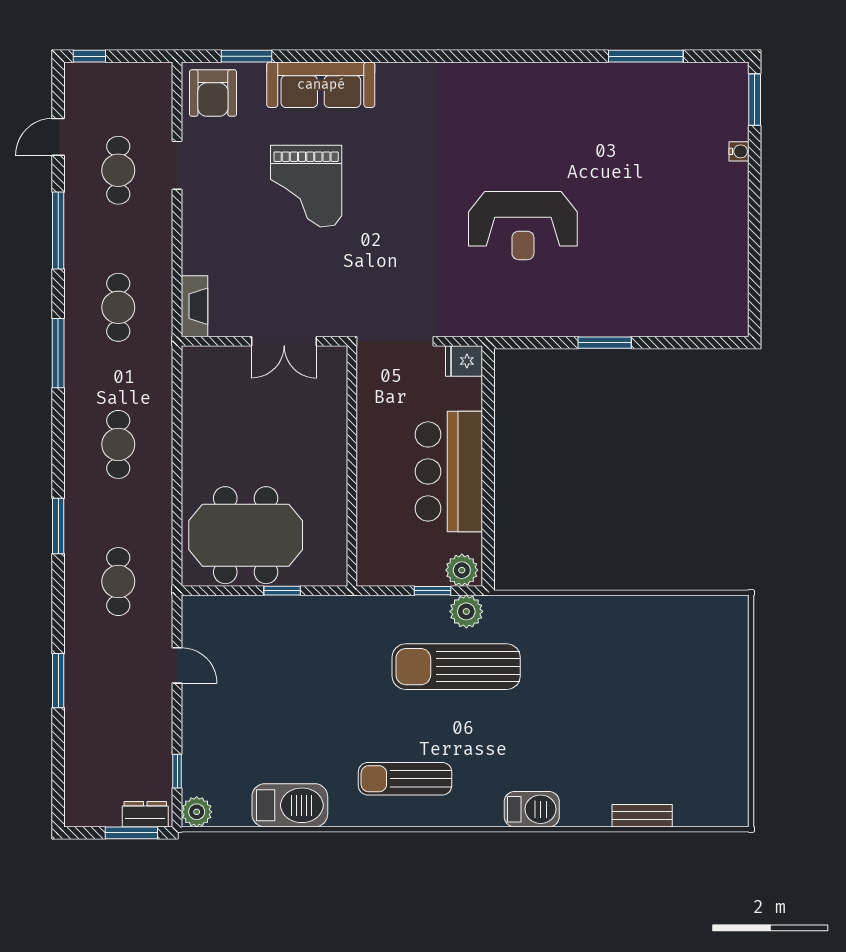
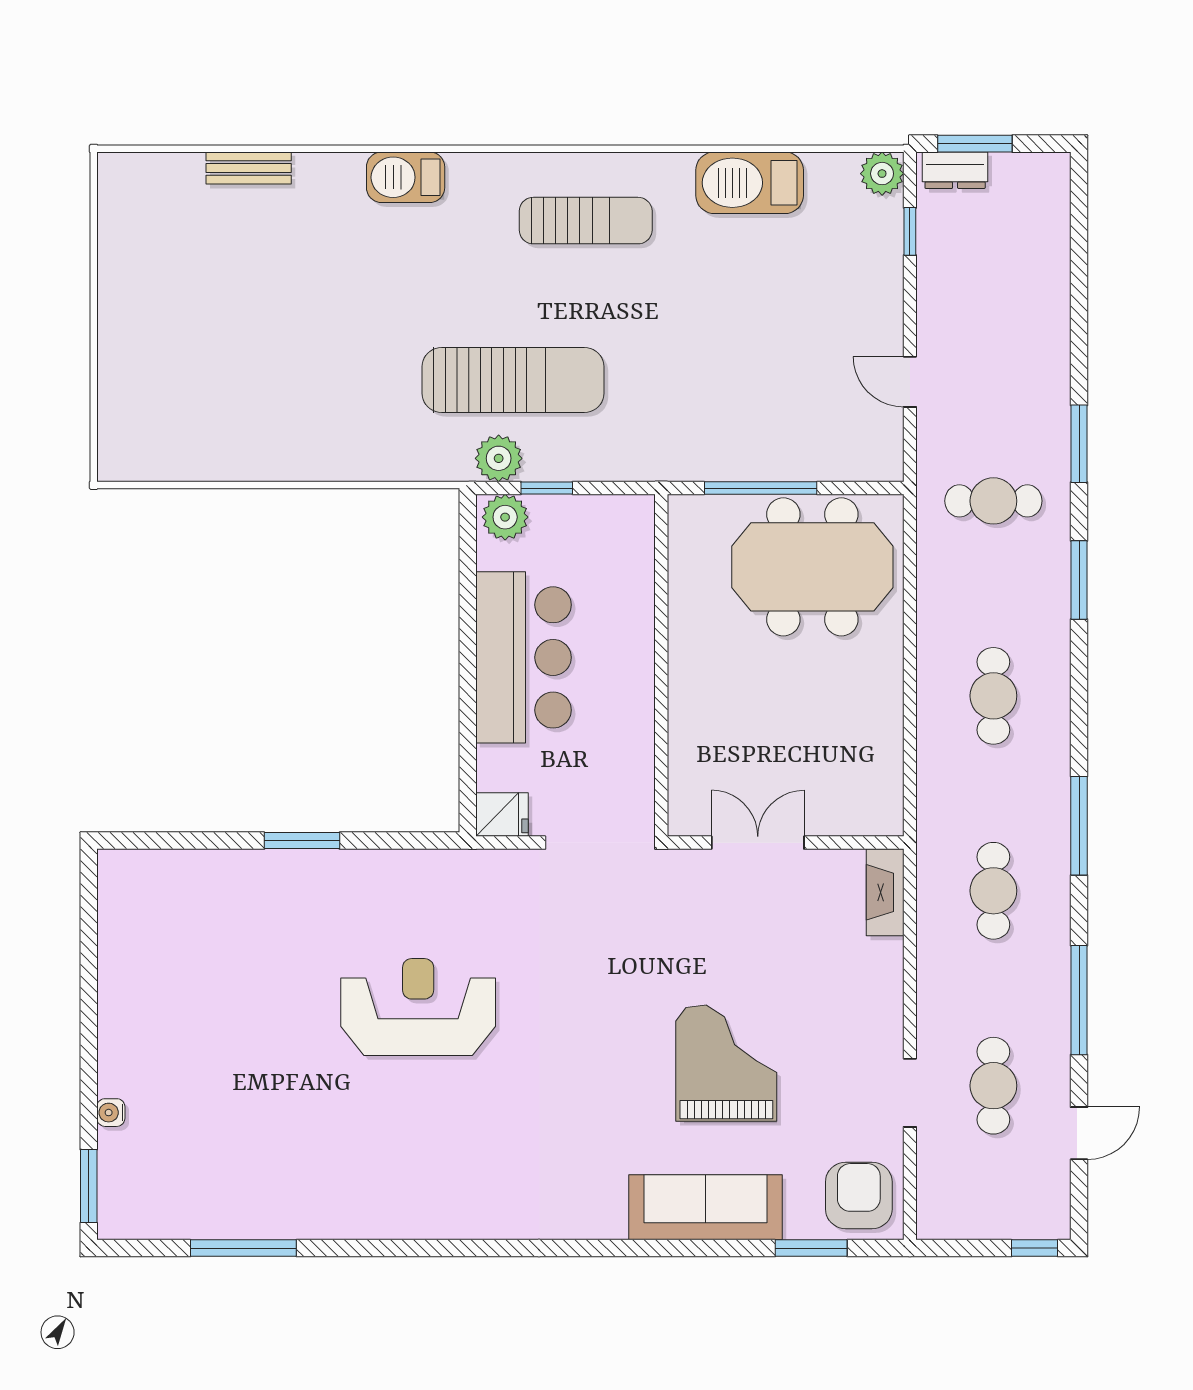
cafe table: (118, 582) -> (993, 501), turned 90
window: (282, 591) -> (761, 488), width x2.17
window: (58, 681) -> (1079, 444), moved

